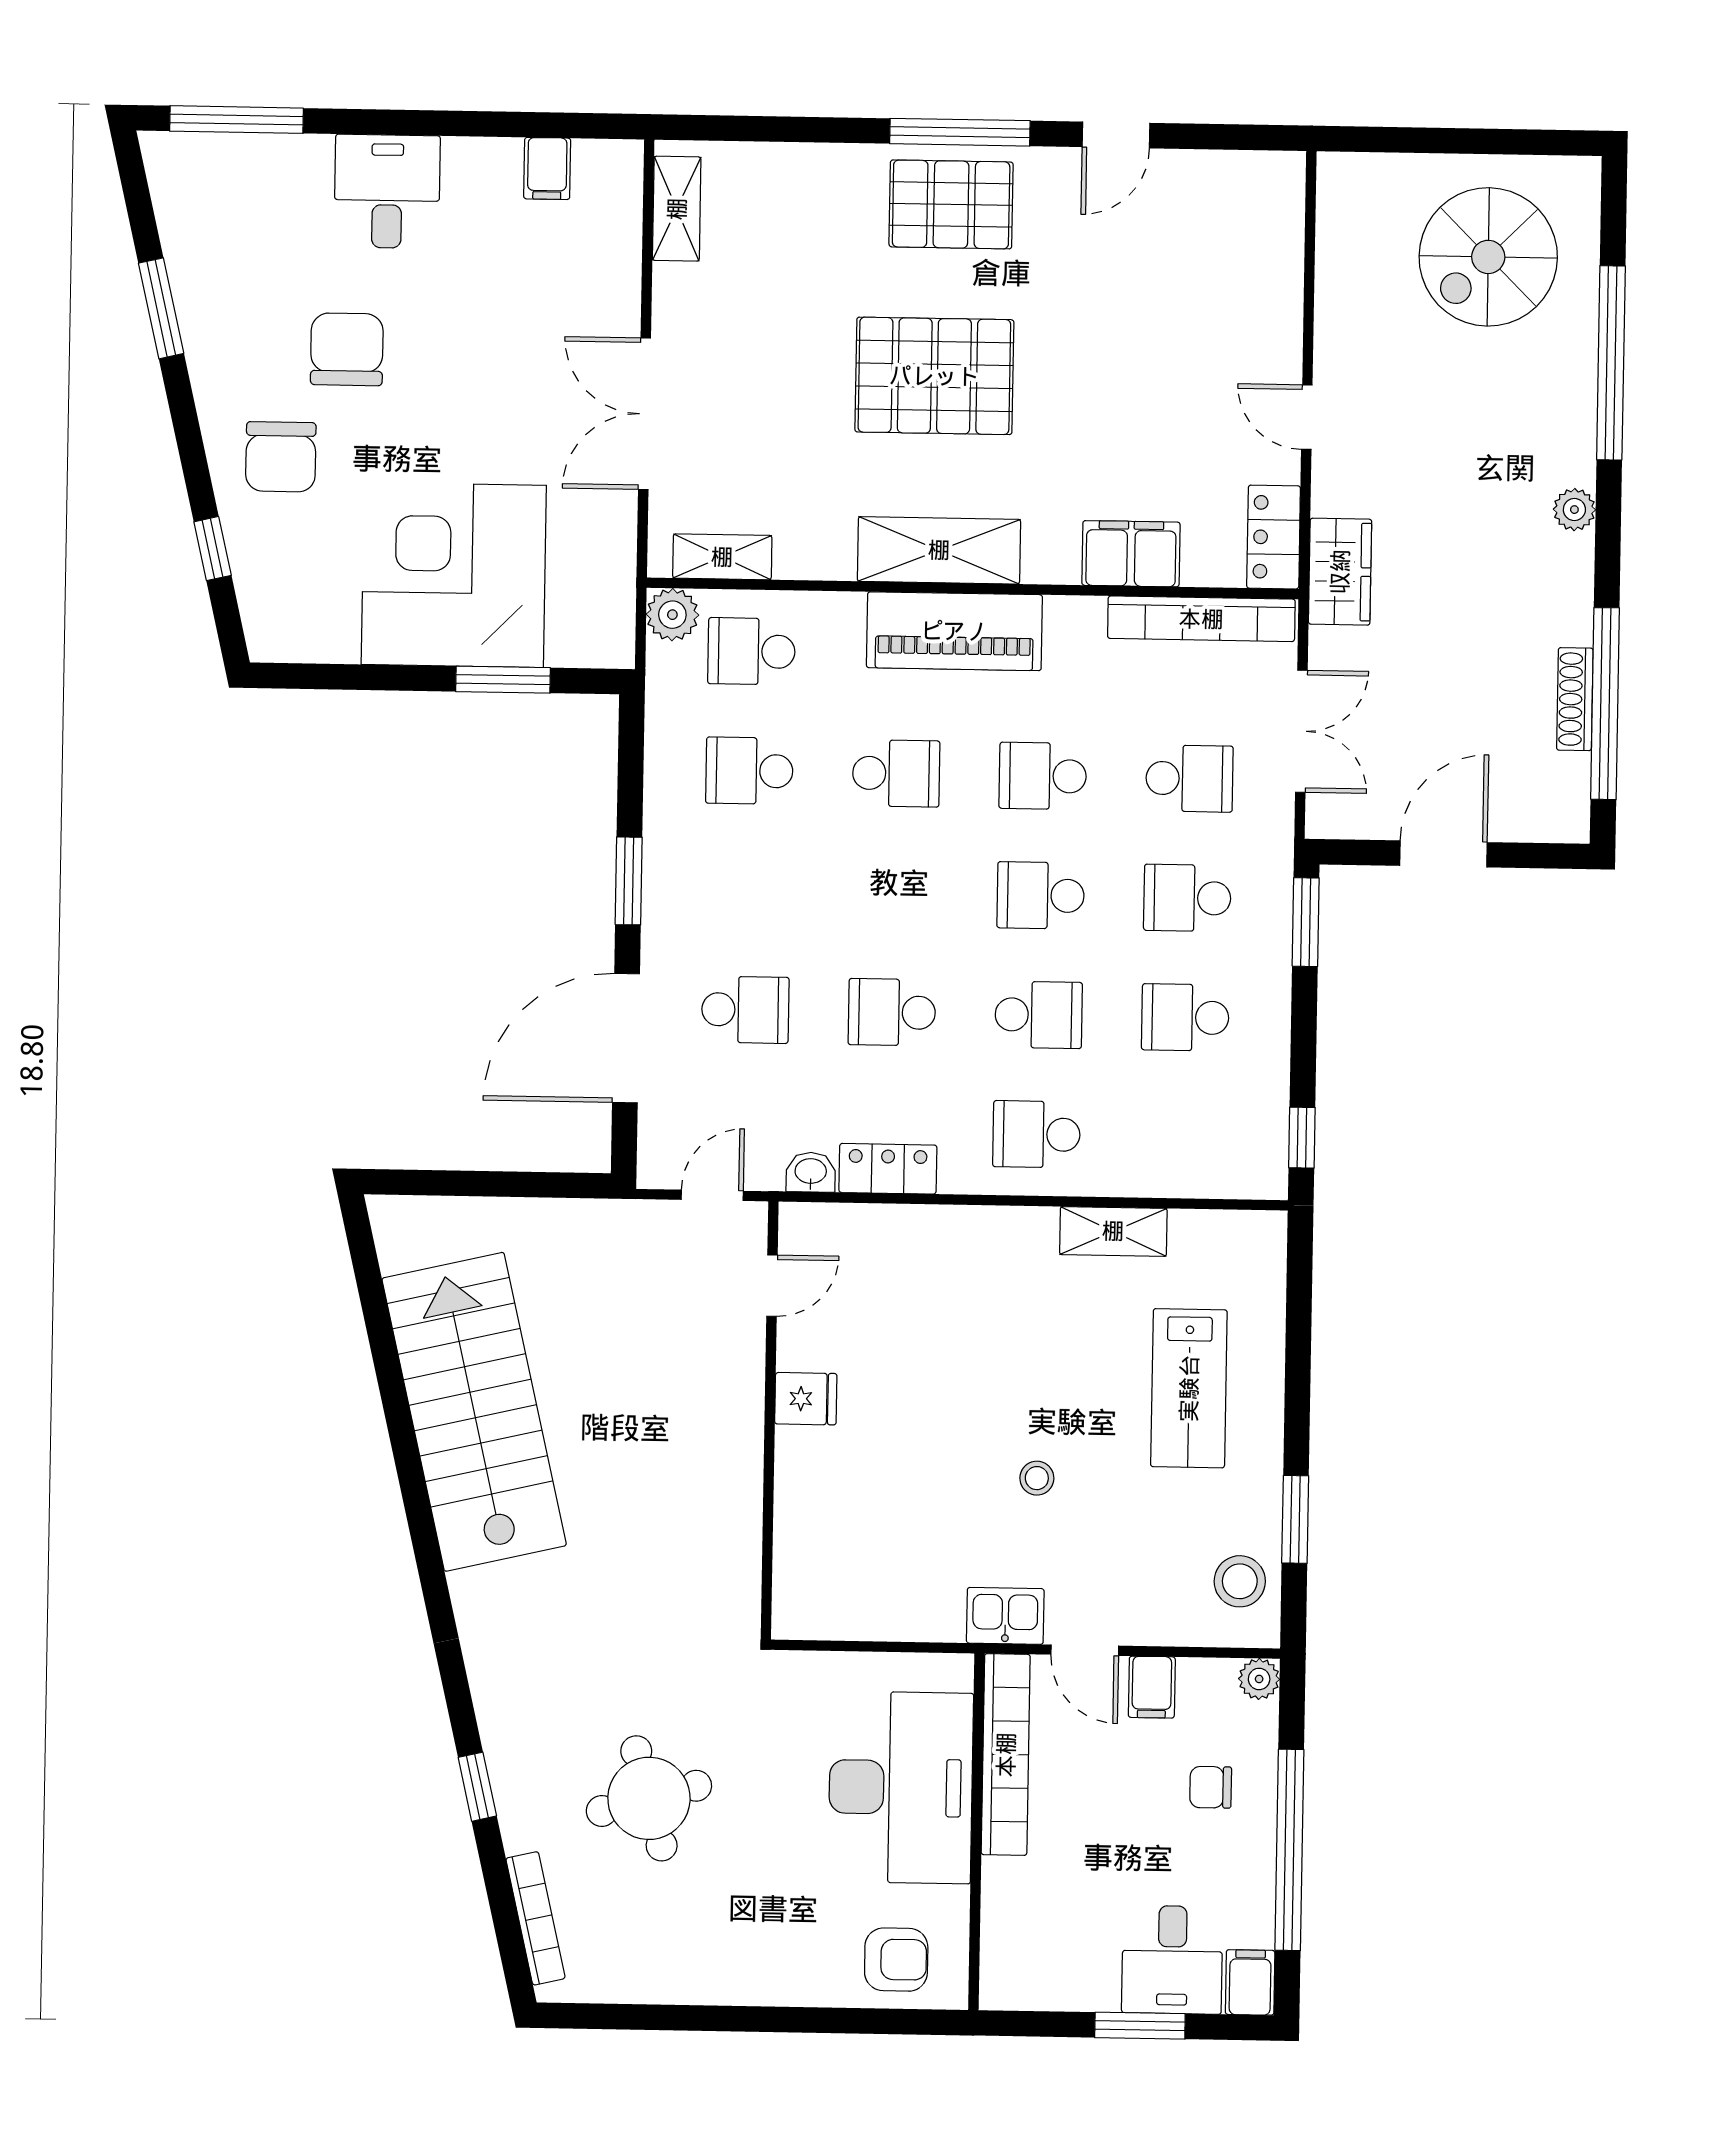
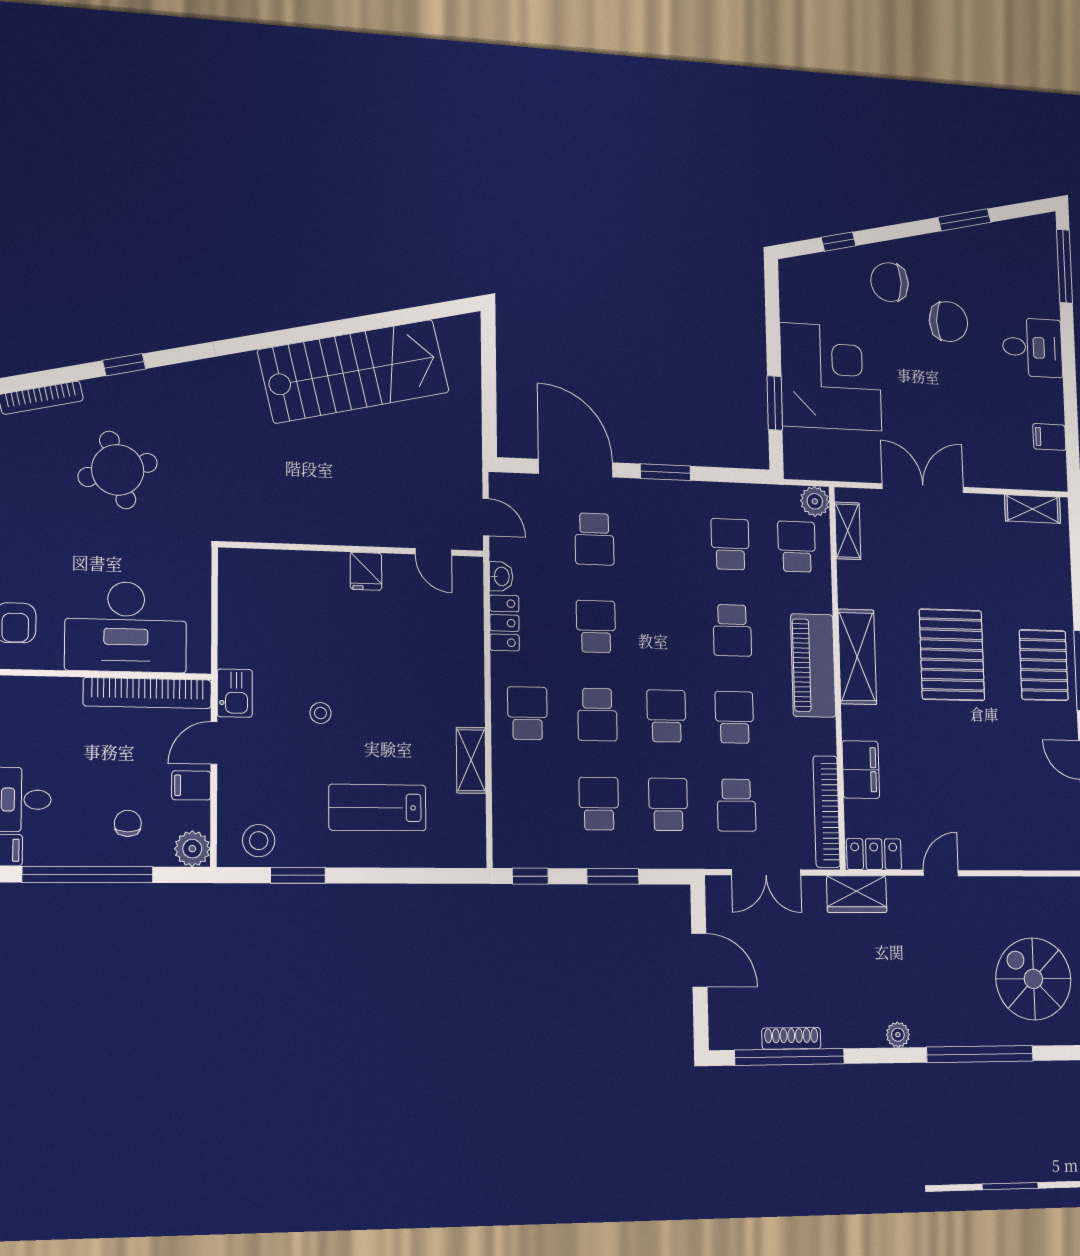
window: (1306, 922) -> (613, 876), moved
plant: (1259, 1679) -> (192, 849), width x1.38, depth x1.38

